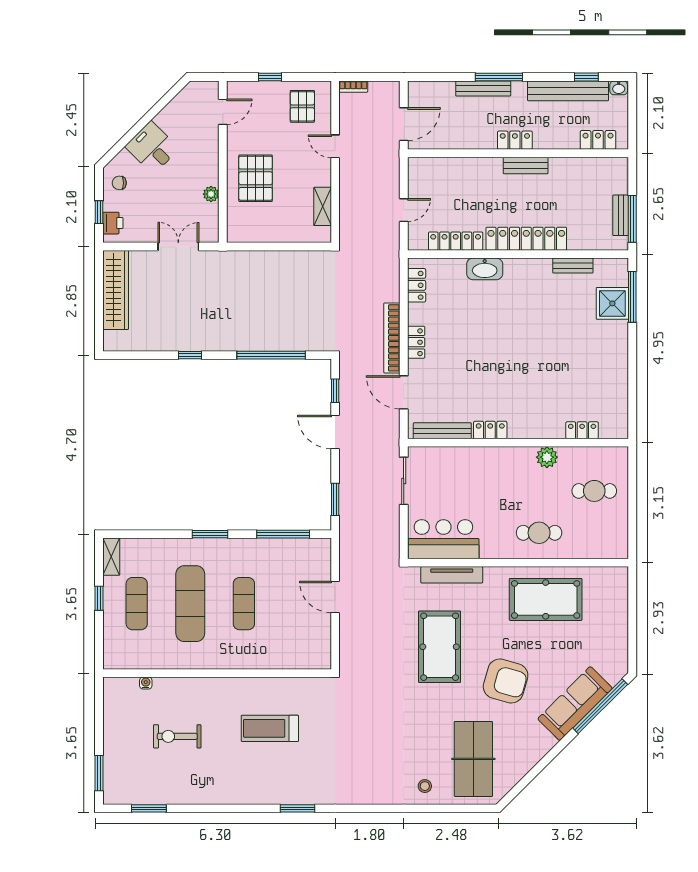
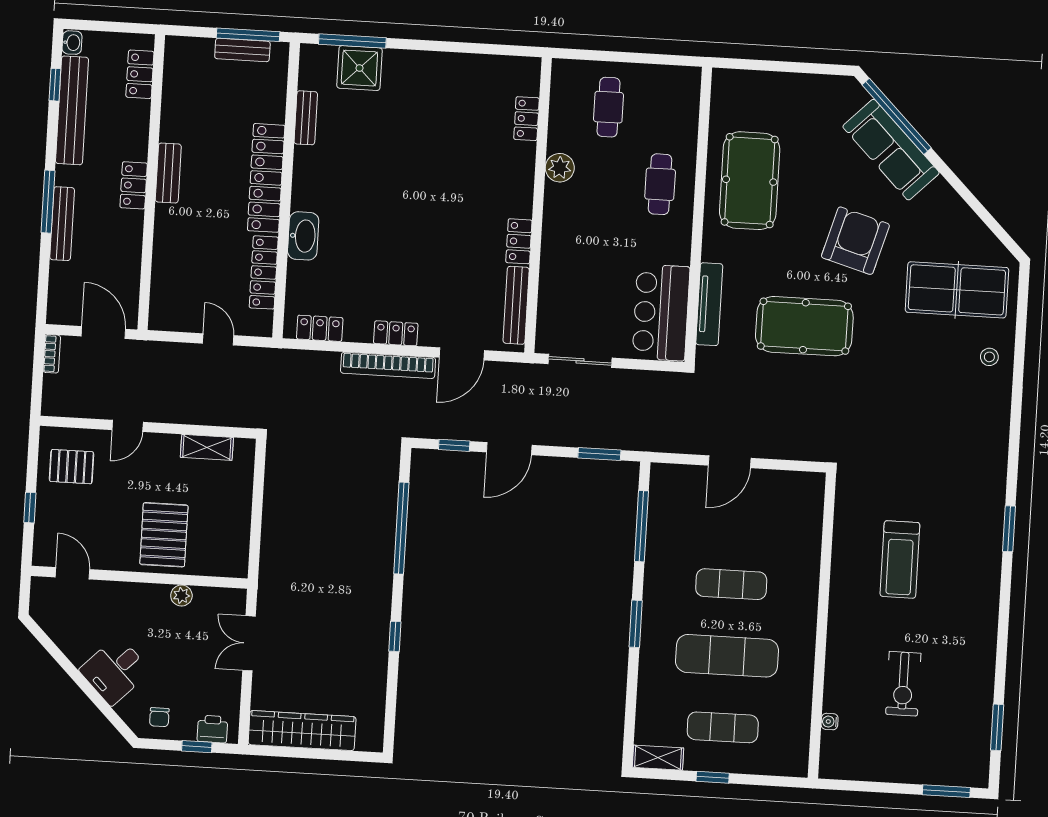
bookcase: (353, 87) -> (52, 354), moved
pallet: (256, 178) -> (164, 535), turned 90

